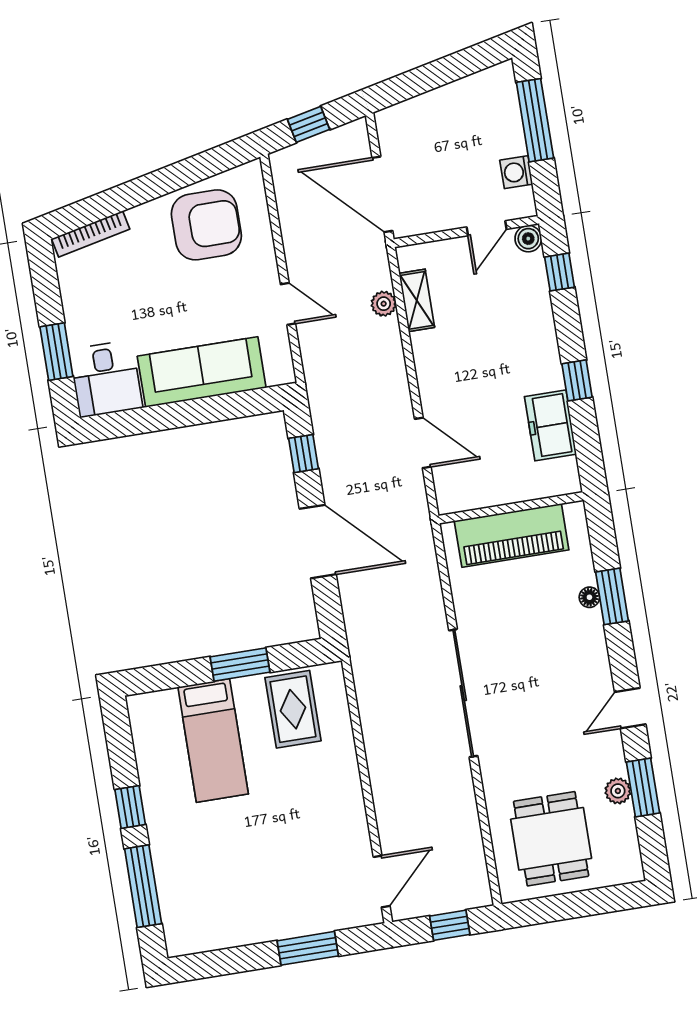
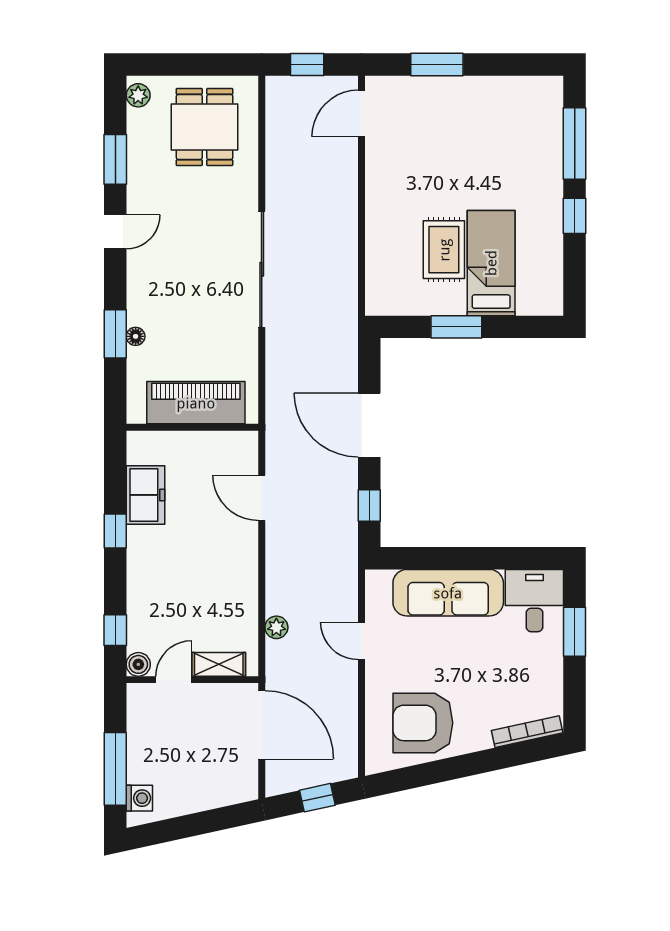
washing machine: (516, 172) -> (139, 798), moved
shelving: (417, 300) -> (219, 664), moved, turned 90
rug: (293, 709) -> (444, 250), moved
plant: (618, 791) -> (138, 95), moved

